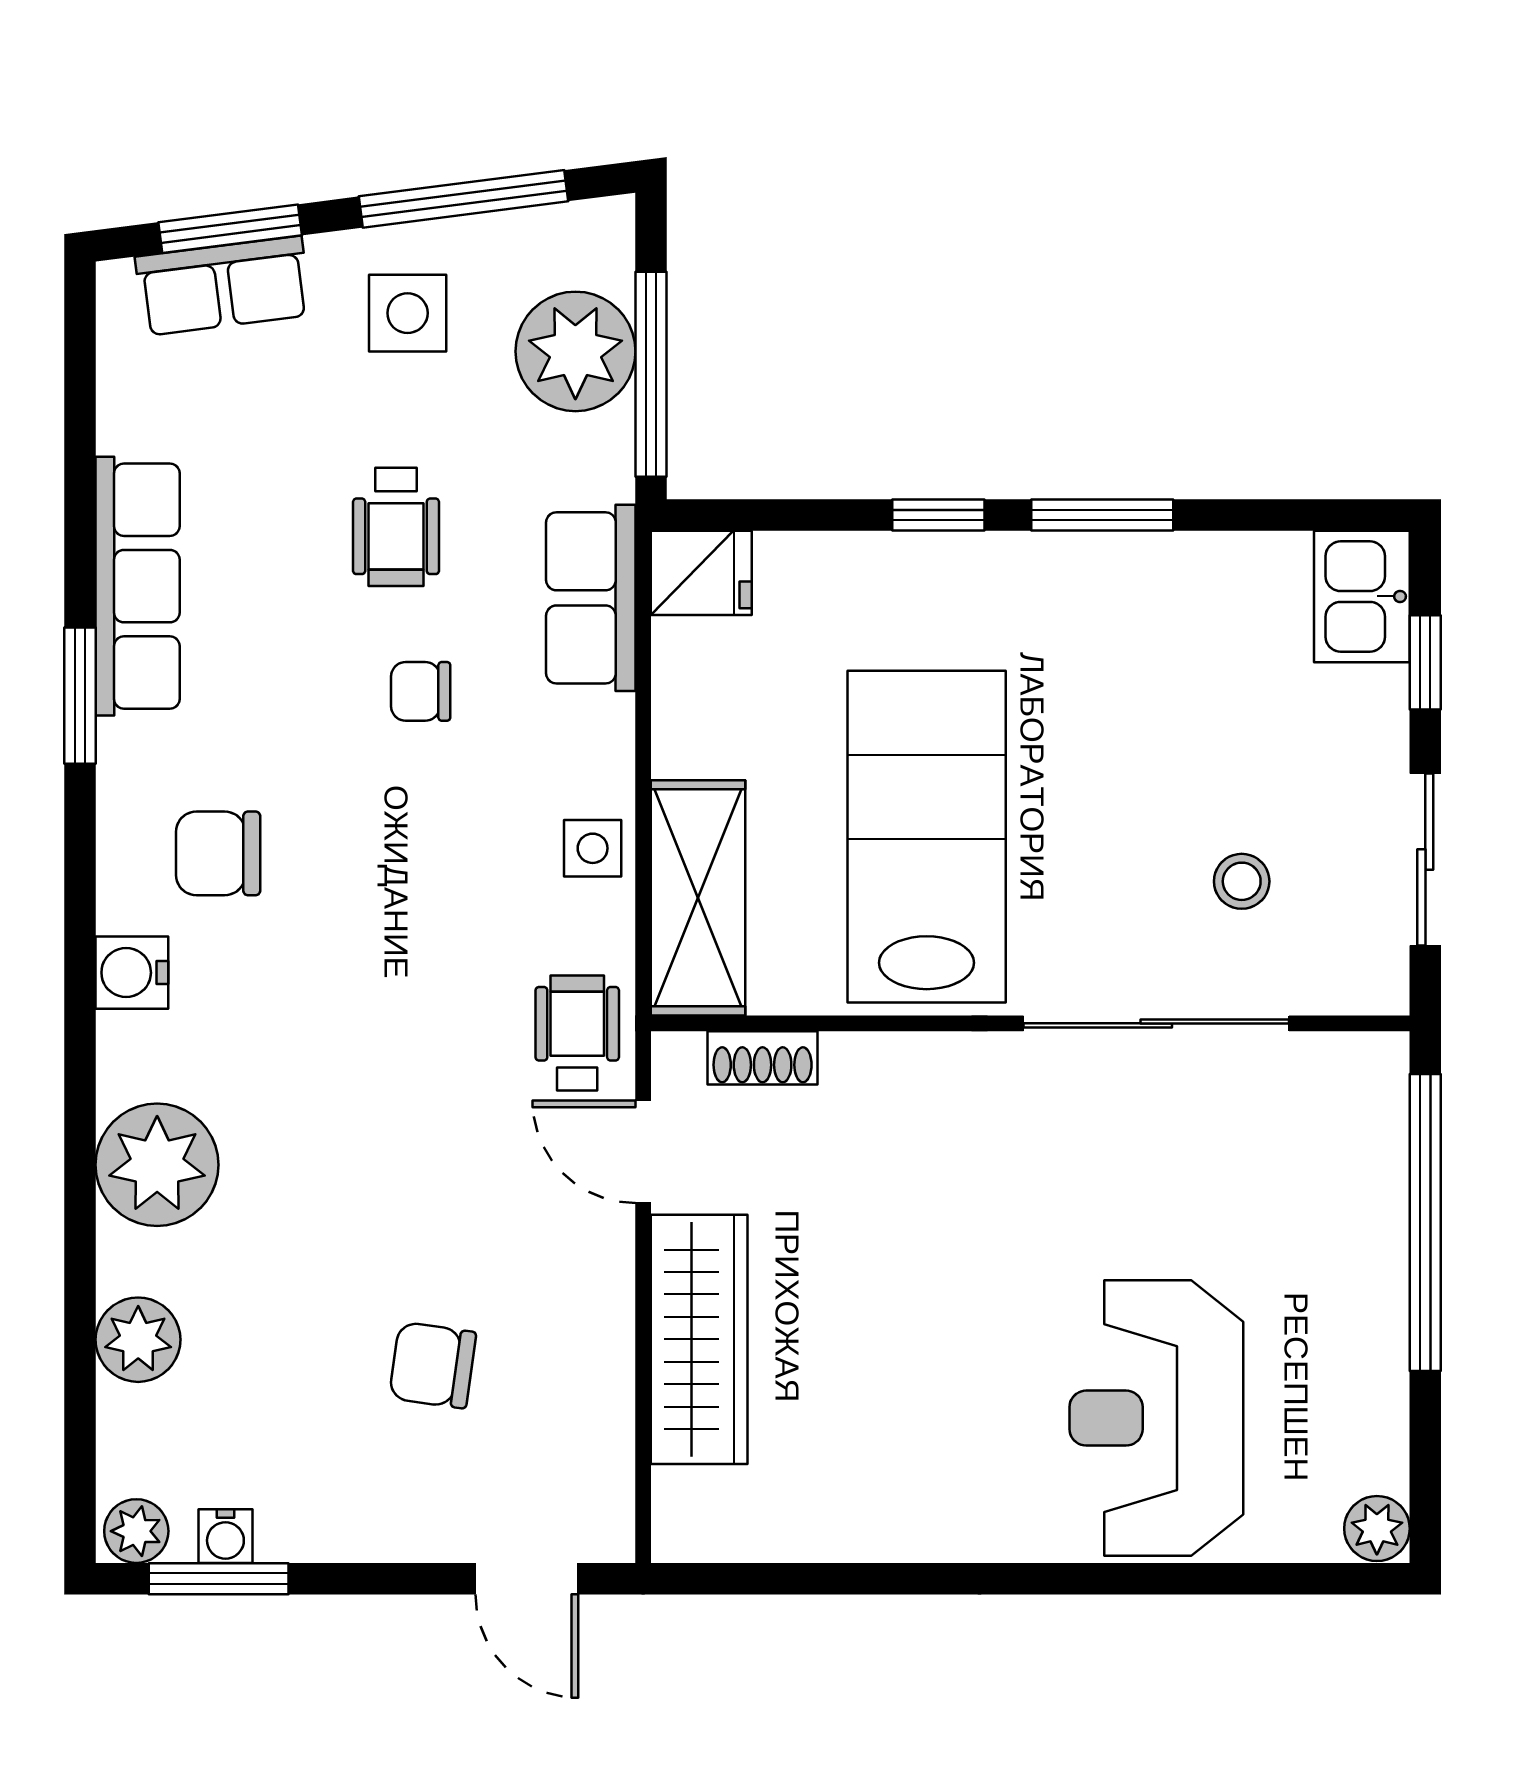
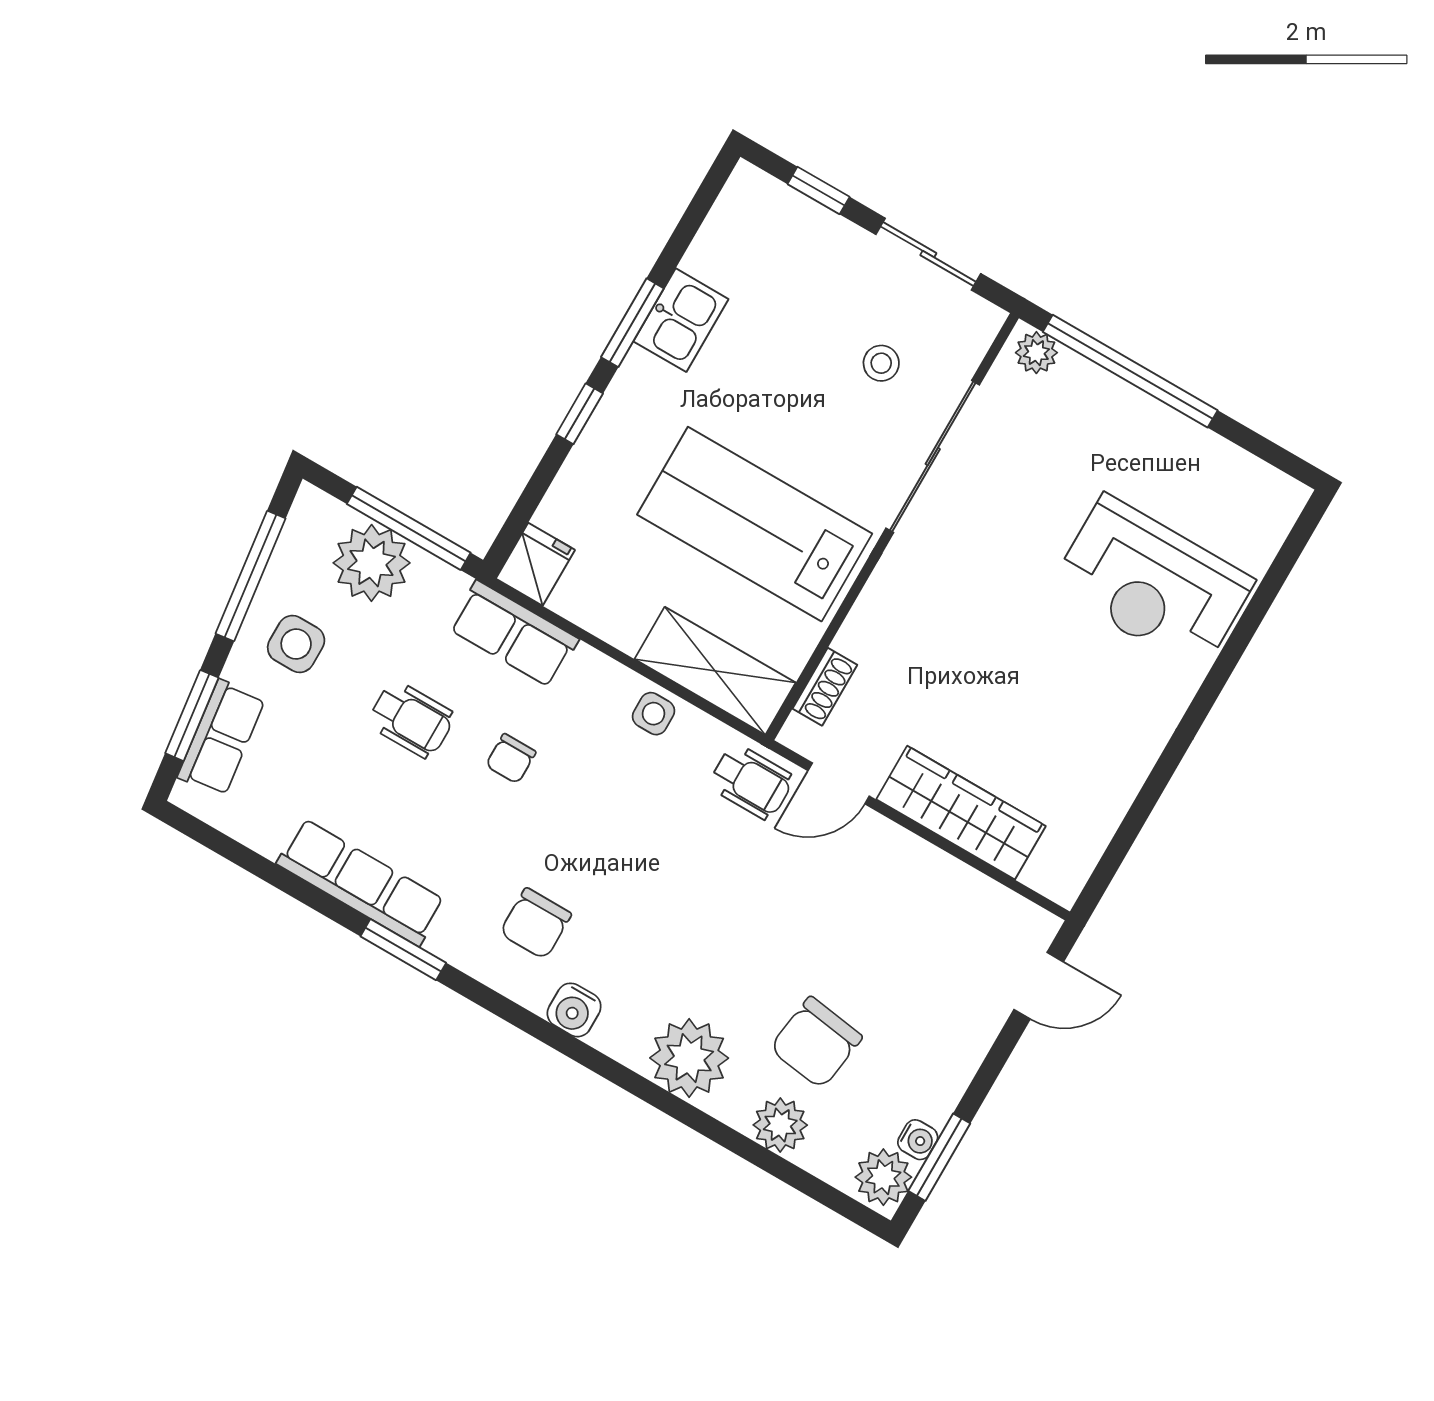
kitchen sink: (1362, 596) -> (681, 320), moved, turned -90
wheelchair: (577, 1033) -> (751, 782), turned 180
chair: (433, 1365) -> (816, 1043), moved, width x1.37, depth x1.37
plant: (1377, 1529) -> (1036, 353), moved
plant: (136, 1531) -> (883, 1177), width x1.38, depth x1.38

